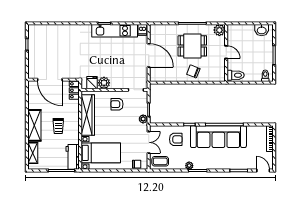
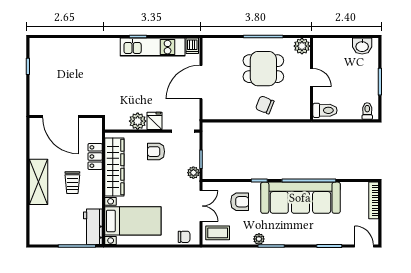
door: (149, 55) -> (201, 82), swing flipped
fridge: (92, 83) -> (155, 121), moved
locker: (74, 90) -> (95, 157), moved
shelving: (33, 153) -> (36, 221), removed

